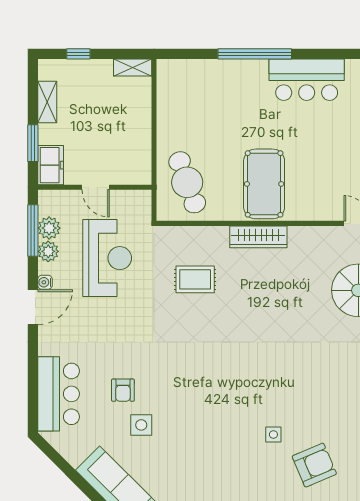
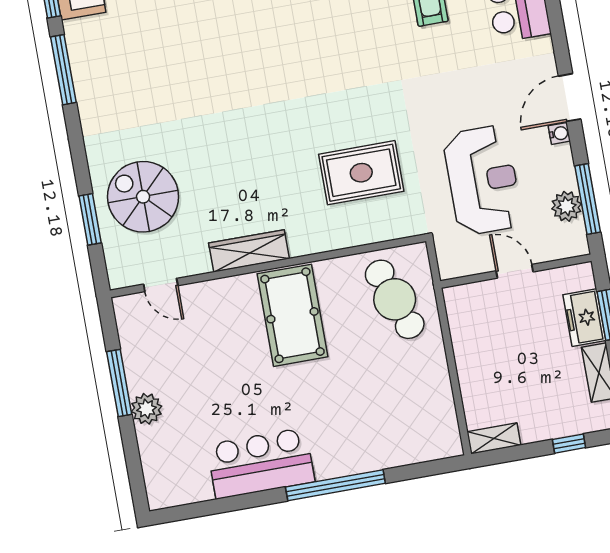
freezer: (51, 165) -> (584, 318), moved
wardrobe: (258, 237) -> (249, 251), moved
plant: (48, 251) -> (562, 175), removed
reception desk: (107, 258) -> (483, 180), turned 180
rug: (195, 279) -> (361, 173), width x1.36, depth x1.43

